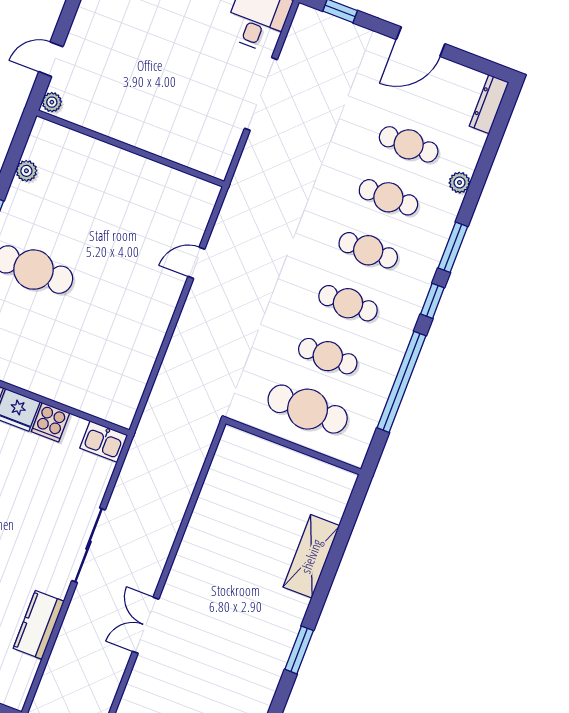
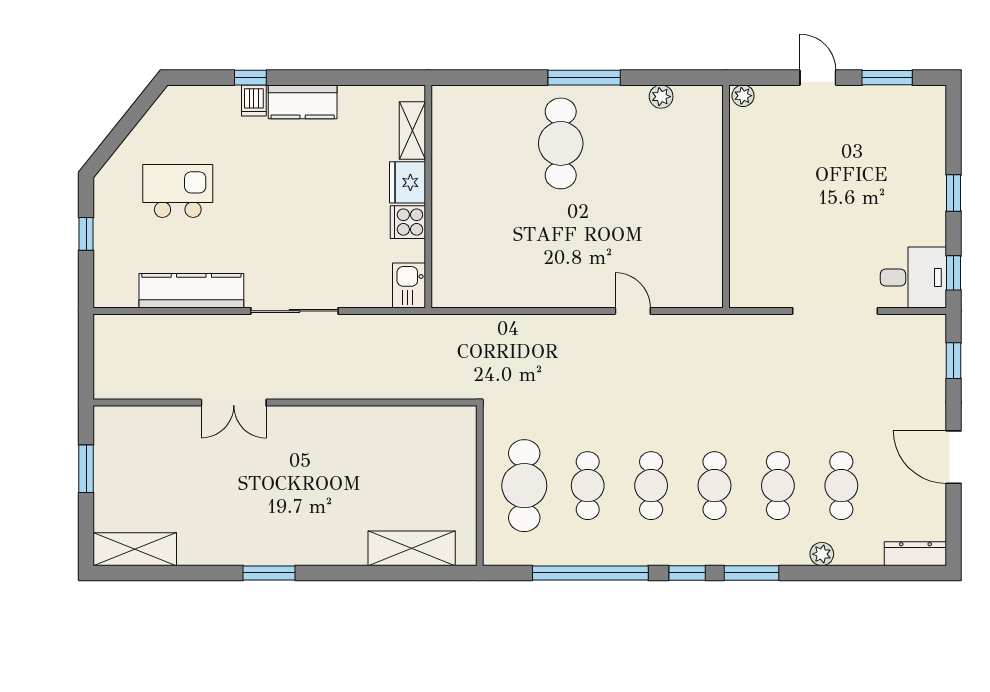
door: (51, 59) -> (818, 78), moved
shelving: (311, 556) -> (412, 548), moved
kitchen counter: (39, 625) -> (191, 291), width x1.50
double door: (146, 625) -> (234, 403), swing flipped

